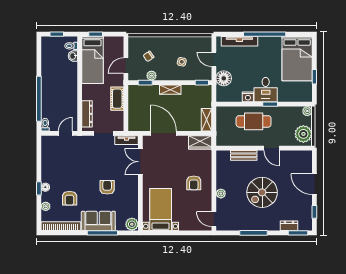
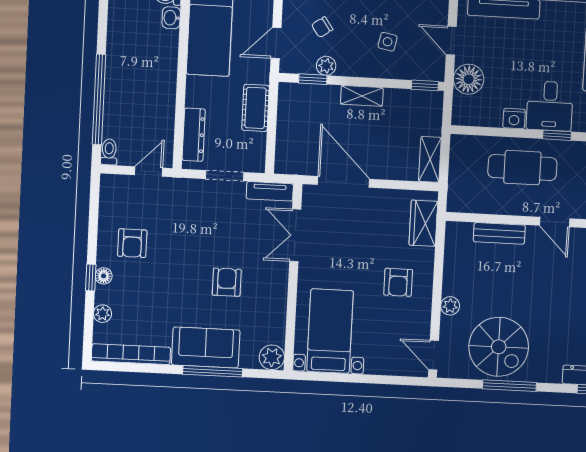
wardrobe: (200, 142) -> (423, 223), moved, turned 90
spiral stairs: (262, 192) -> (499, 347), moved, turned -90
armchair: (70, 198) -> (132, 243), moved

